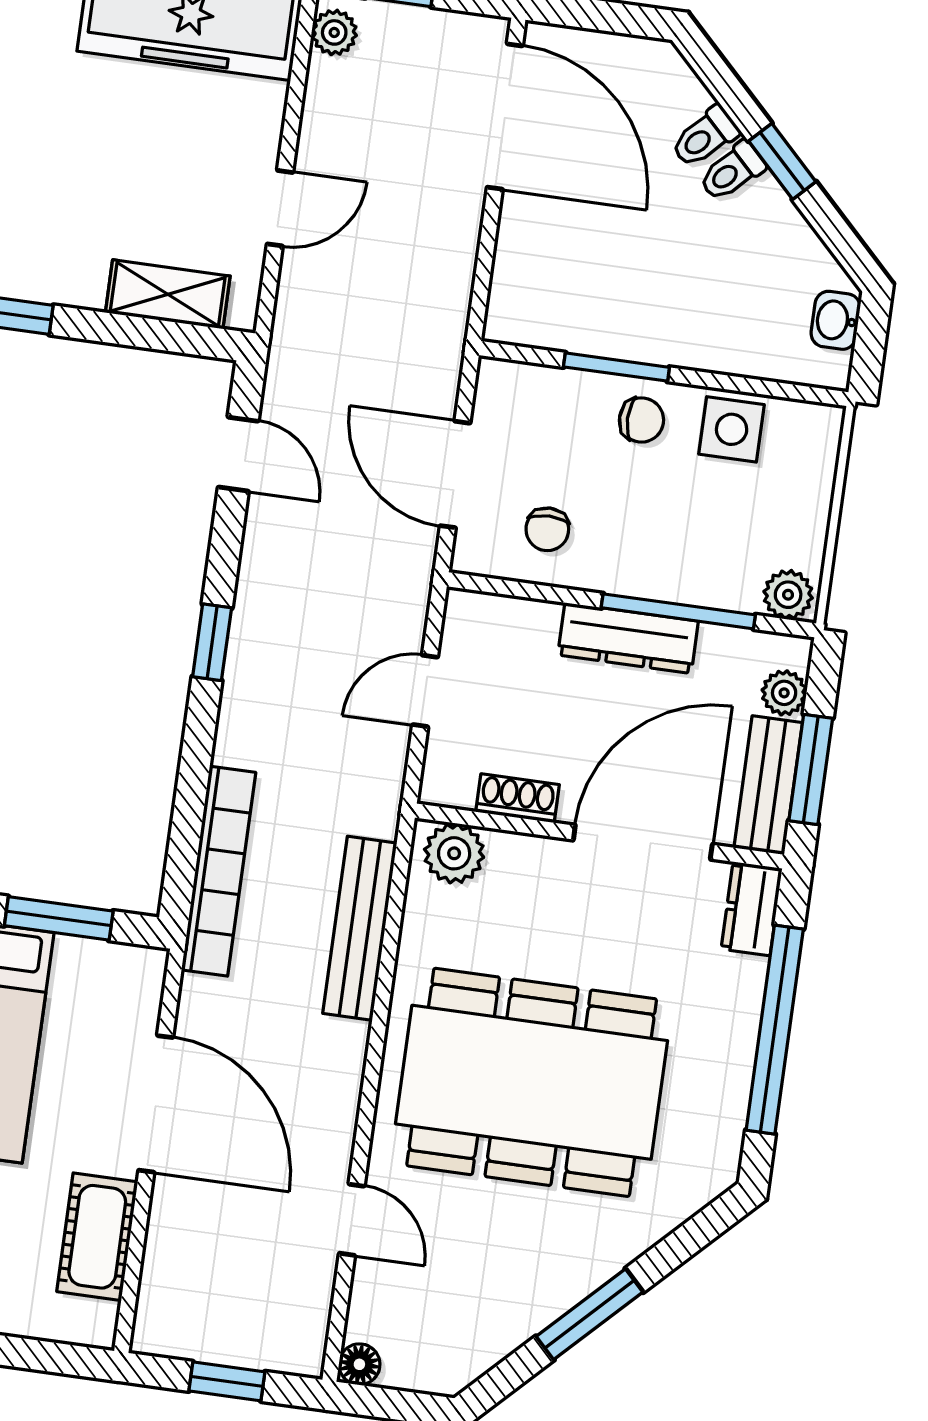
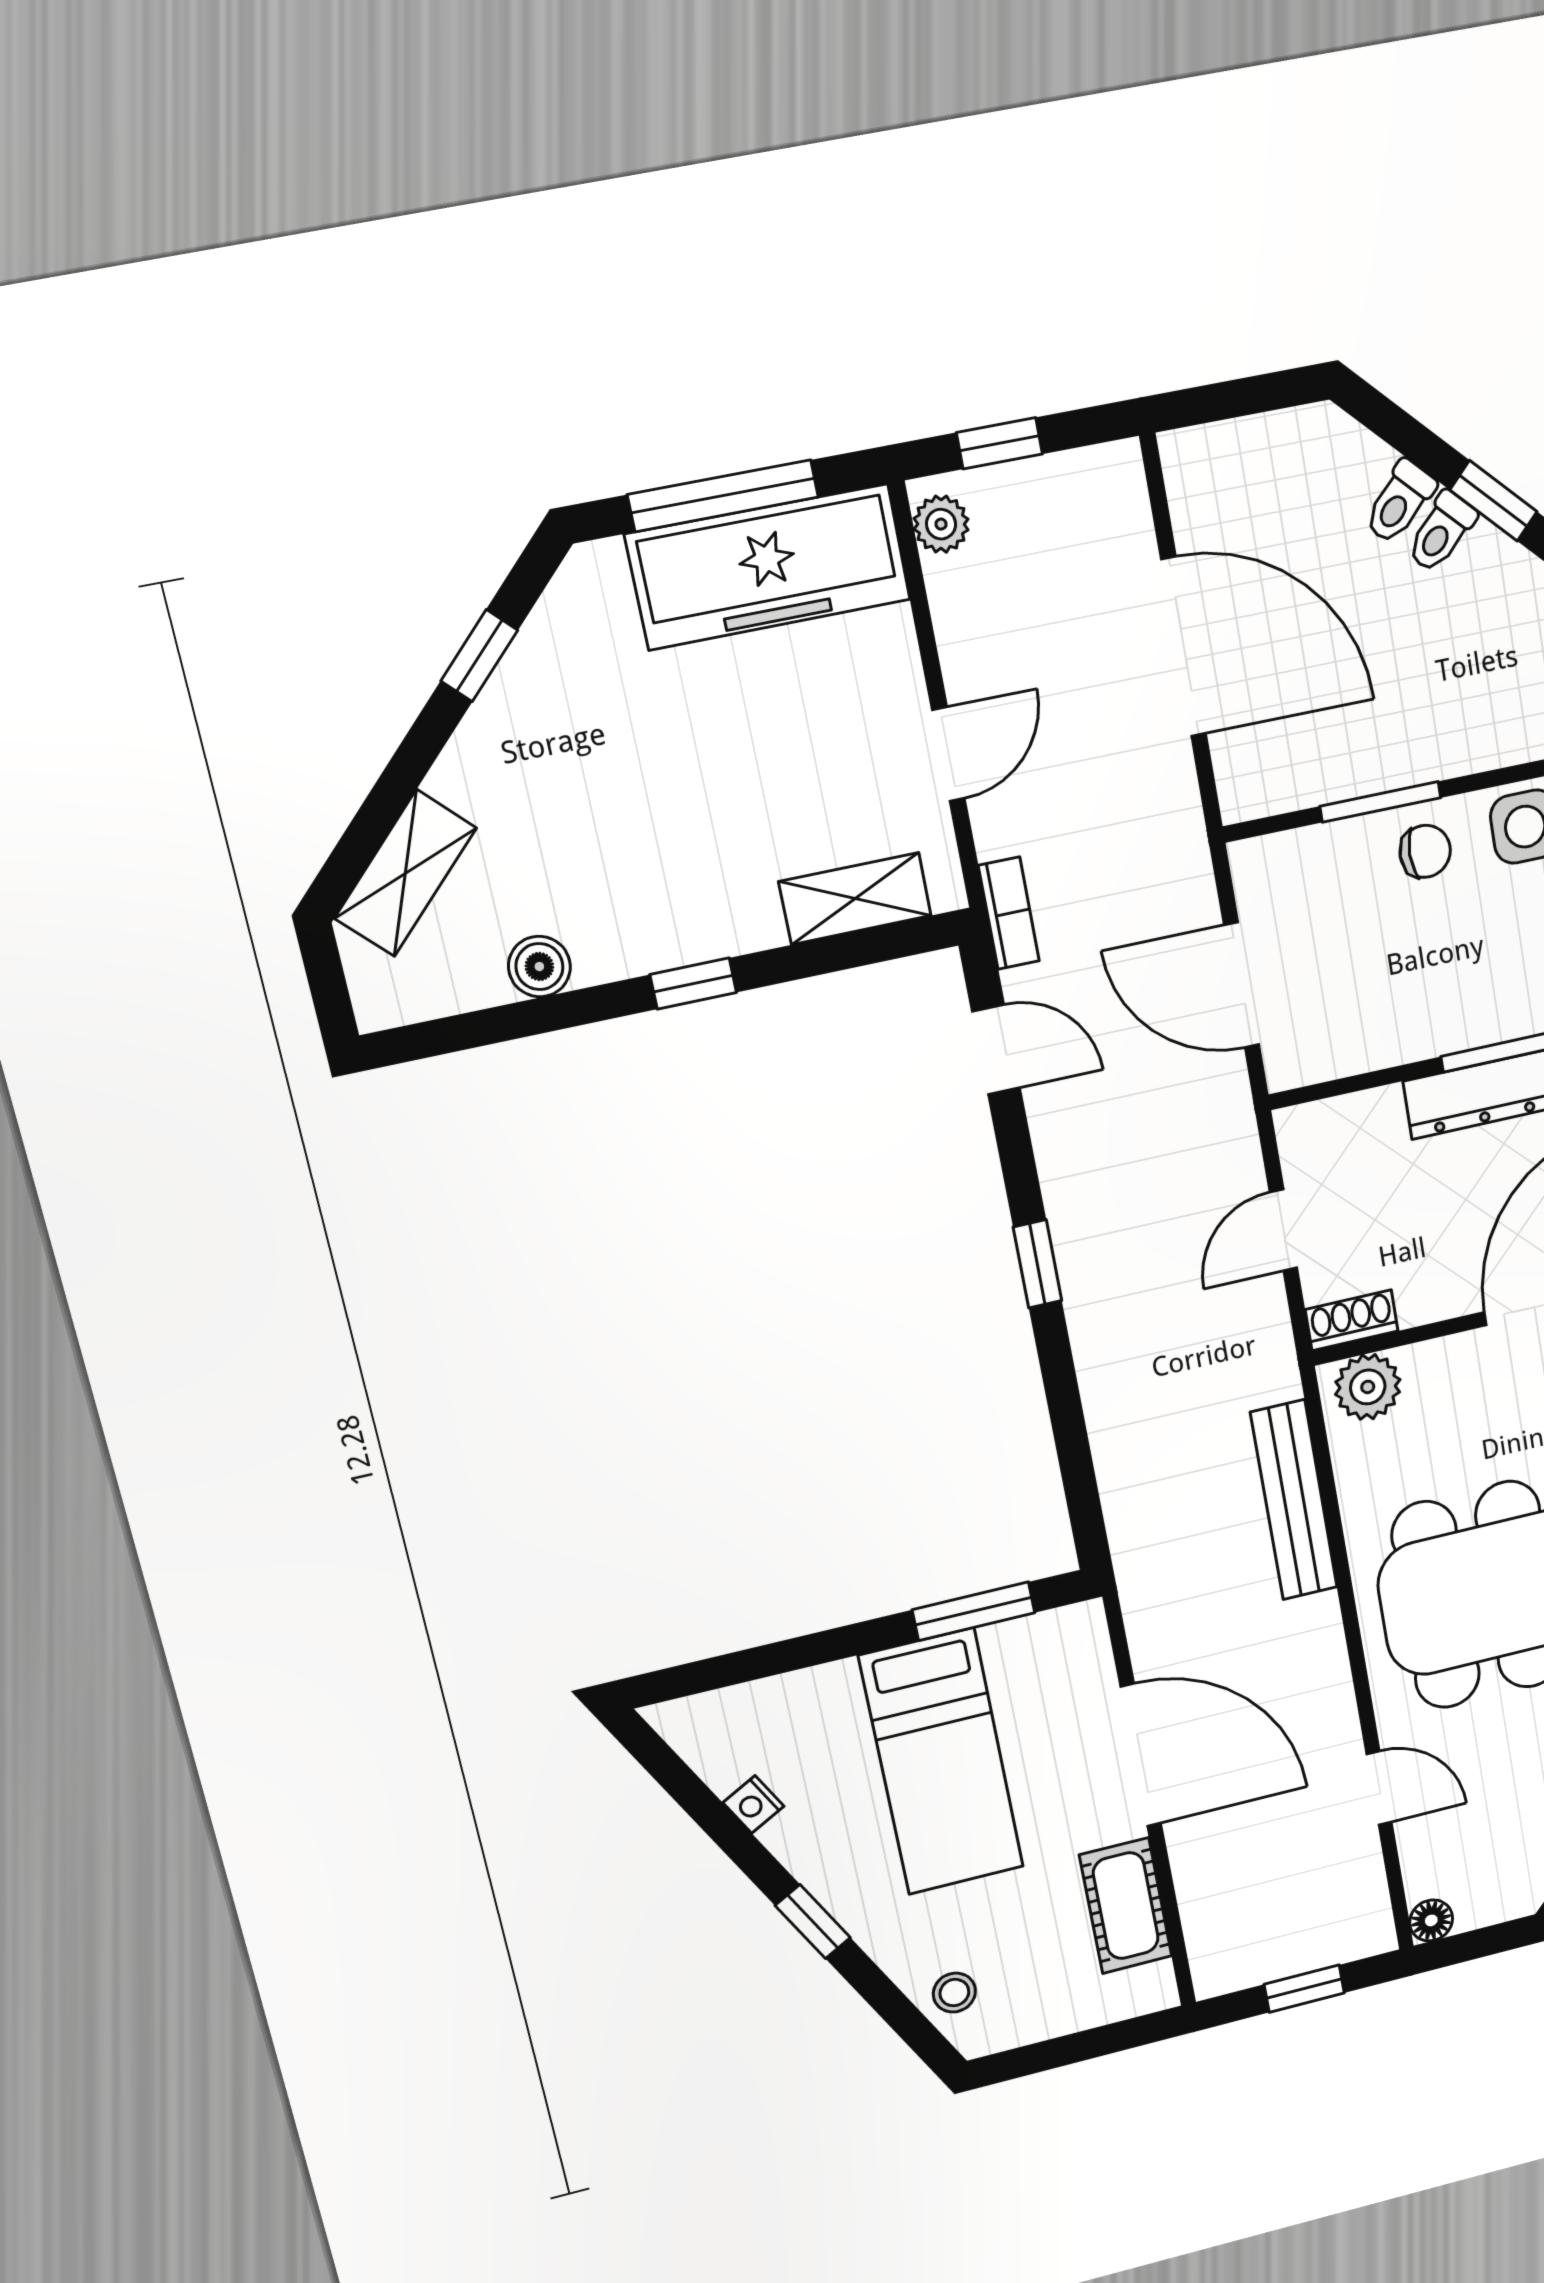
door: (505, 117) -> (1184, 647), moved
chair: (547, 529) -> (1360, 1009), removed
shoe rack: (518, 798) -> (1352, 1320), moved
bookcase: (219, 871) -> (1009, 913), moved, width x0.43, depth x0.76

